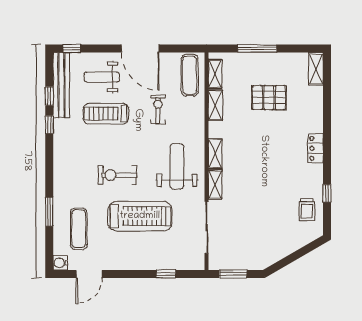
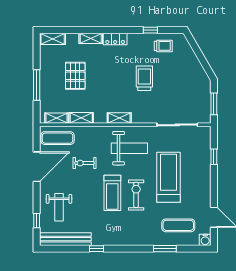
window: (72, 49) -> (37, 221), moved
door: (140, 49) -> (37, 167), moved
window: (49, 96) -> (74, 249), removed
treadmill: (106, 114) -> (112, 193), moved
weight bench: (177, 166) -> (129, 148), turned 180
exercise bike: (117, 175) -> (136, 195), turned 180
shelving: (215, 185) -> (91, 38), moved
trolley: (266, 185) -> (144, 78), added

